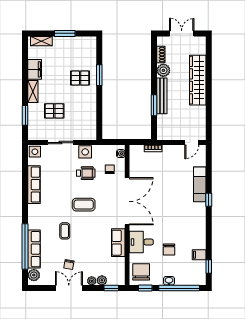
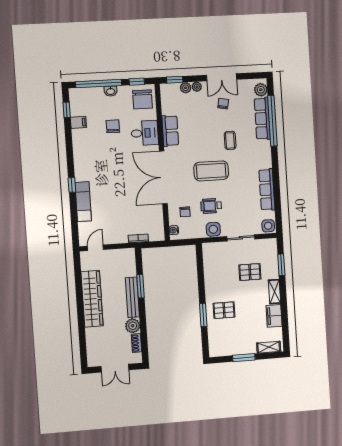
wardrobe: (198, 80) -> (92, 299), moved
coffee table: (84, 205) -> (211, 171), width x1.36, depth x1.32

